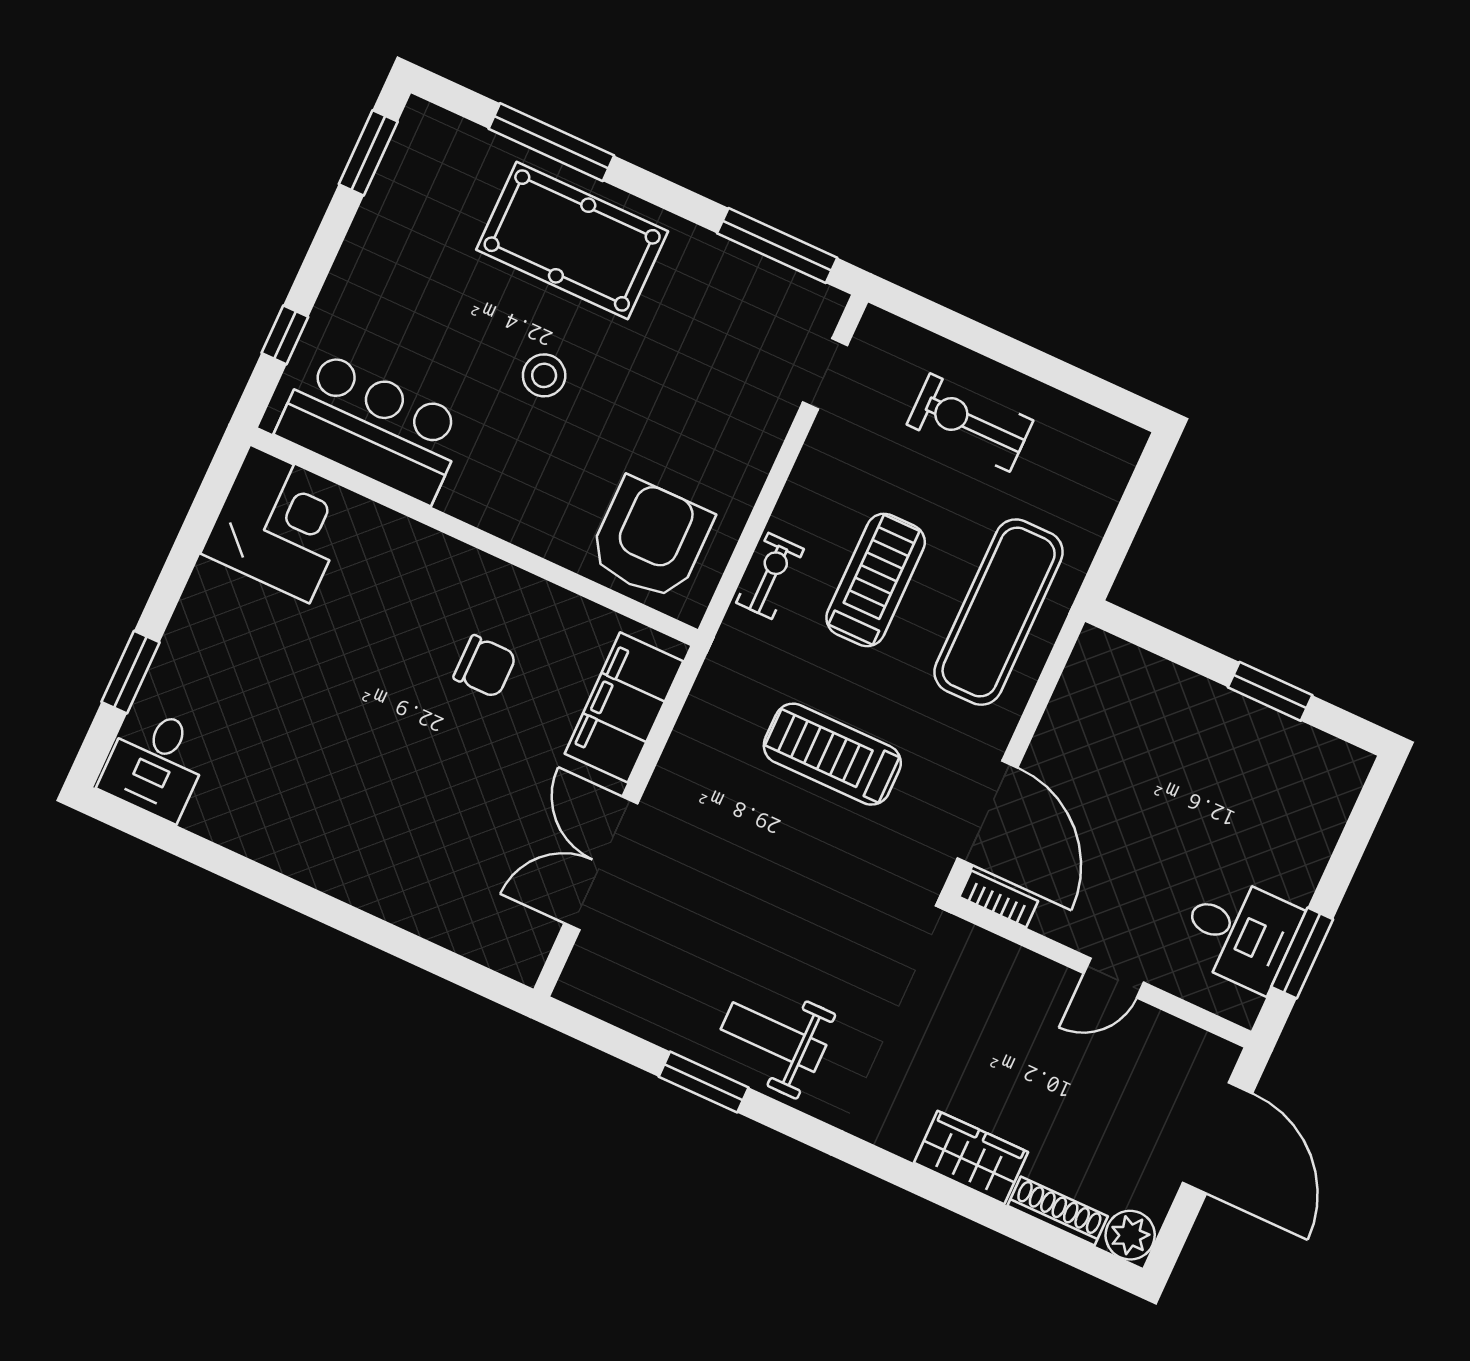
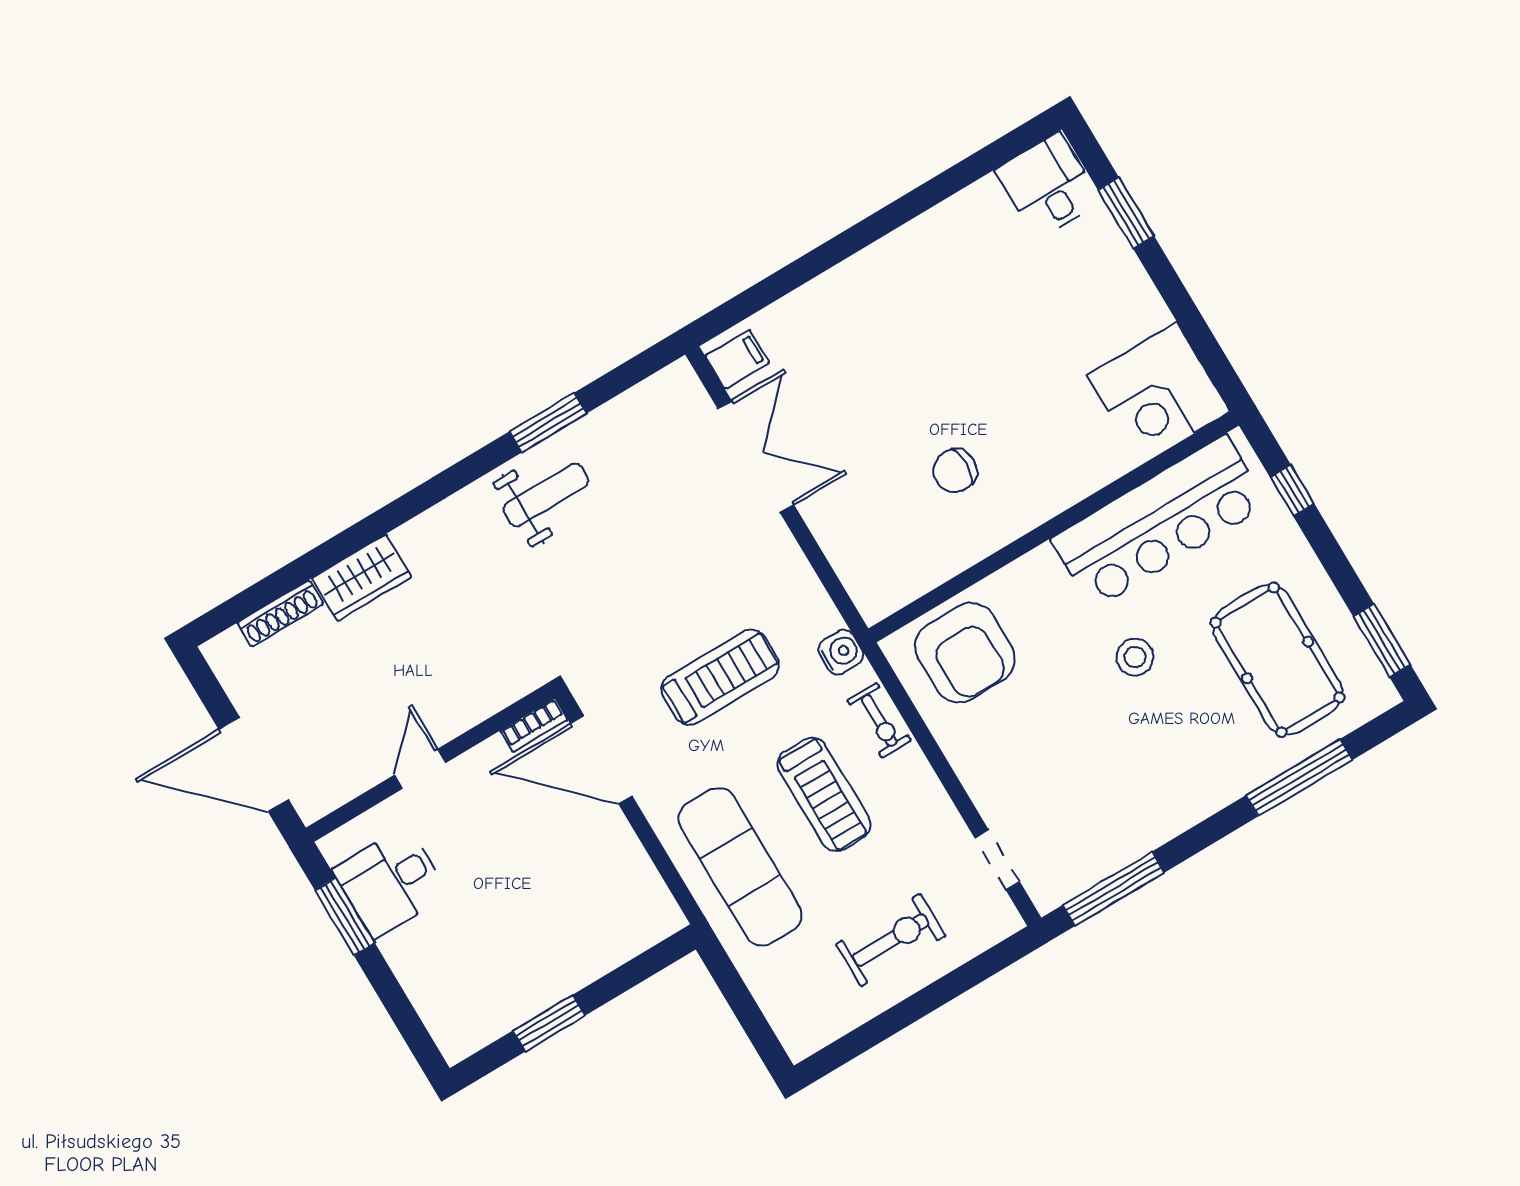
pool table: (572, 241) -> (1278, 660), moved, turned 90
bar counter: (372, 427) -> (1159, 522), width x1.36
water cooler: (730, 656) -> (841, 652), added
filing cabinet: (624, 707) -> (737, 359), moved, width x0.33, depth x0.86
plant: (1130, 1235) -> (227, 654), removed

